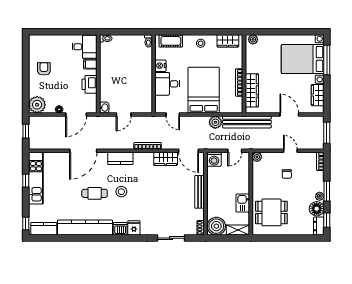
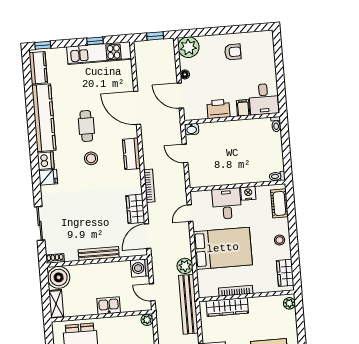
kitchen sink: (243, 203) -> (109, 306), moved

